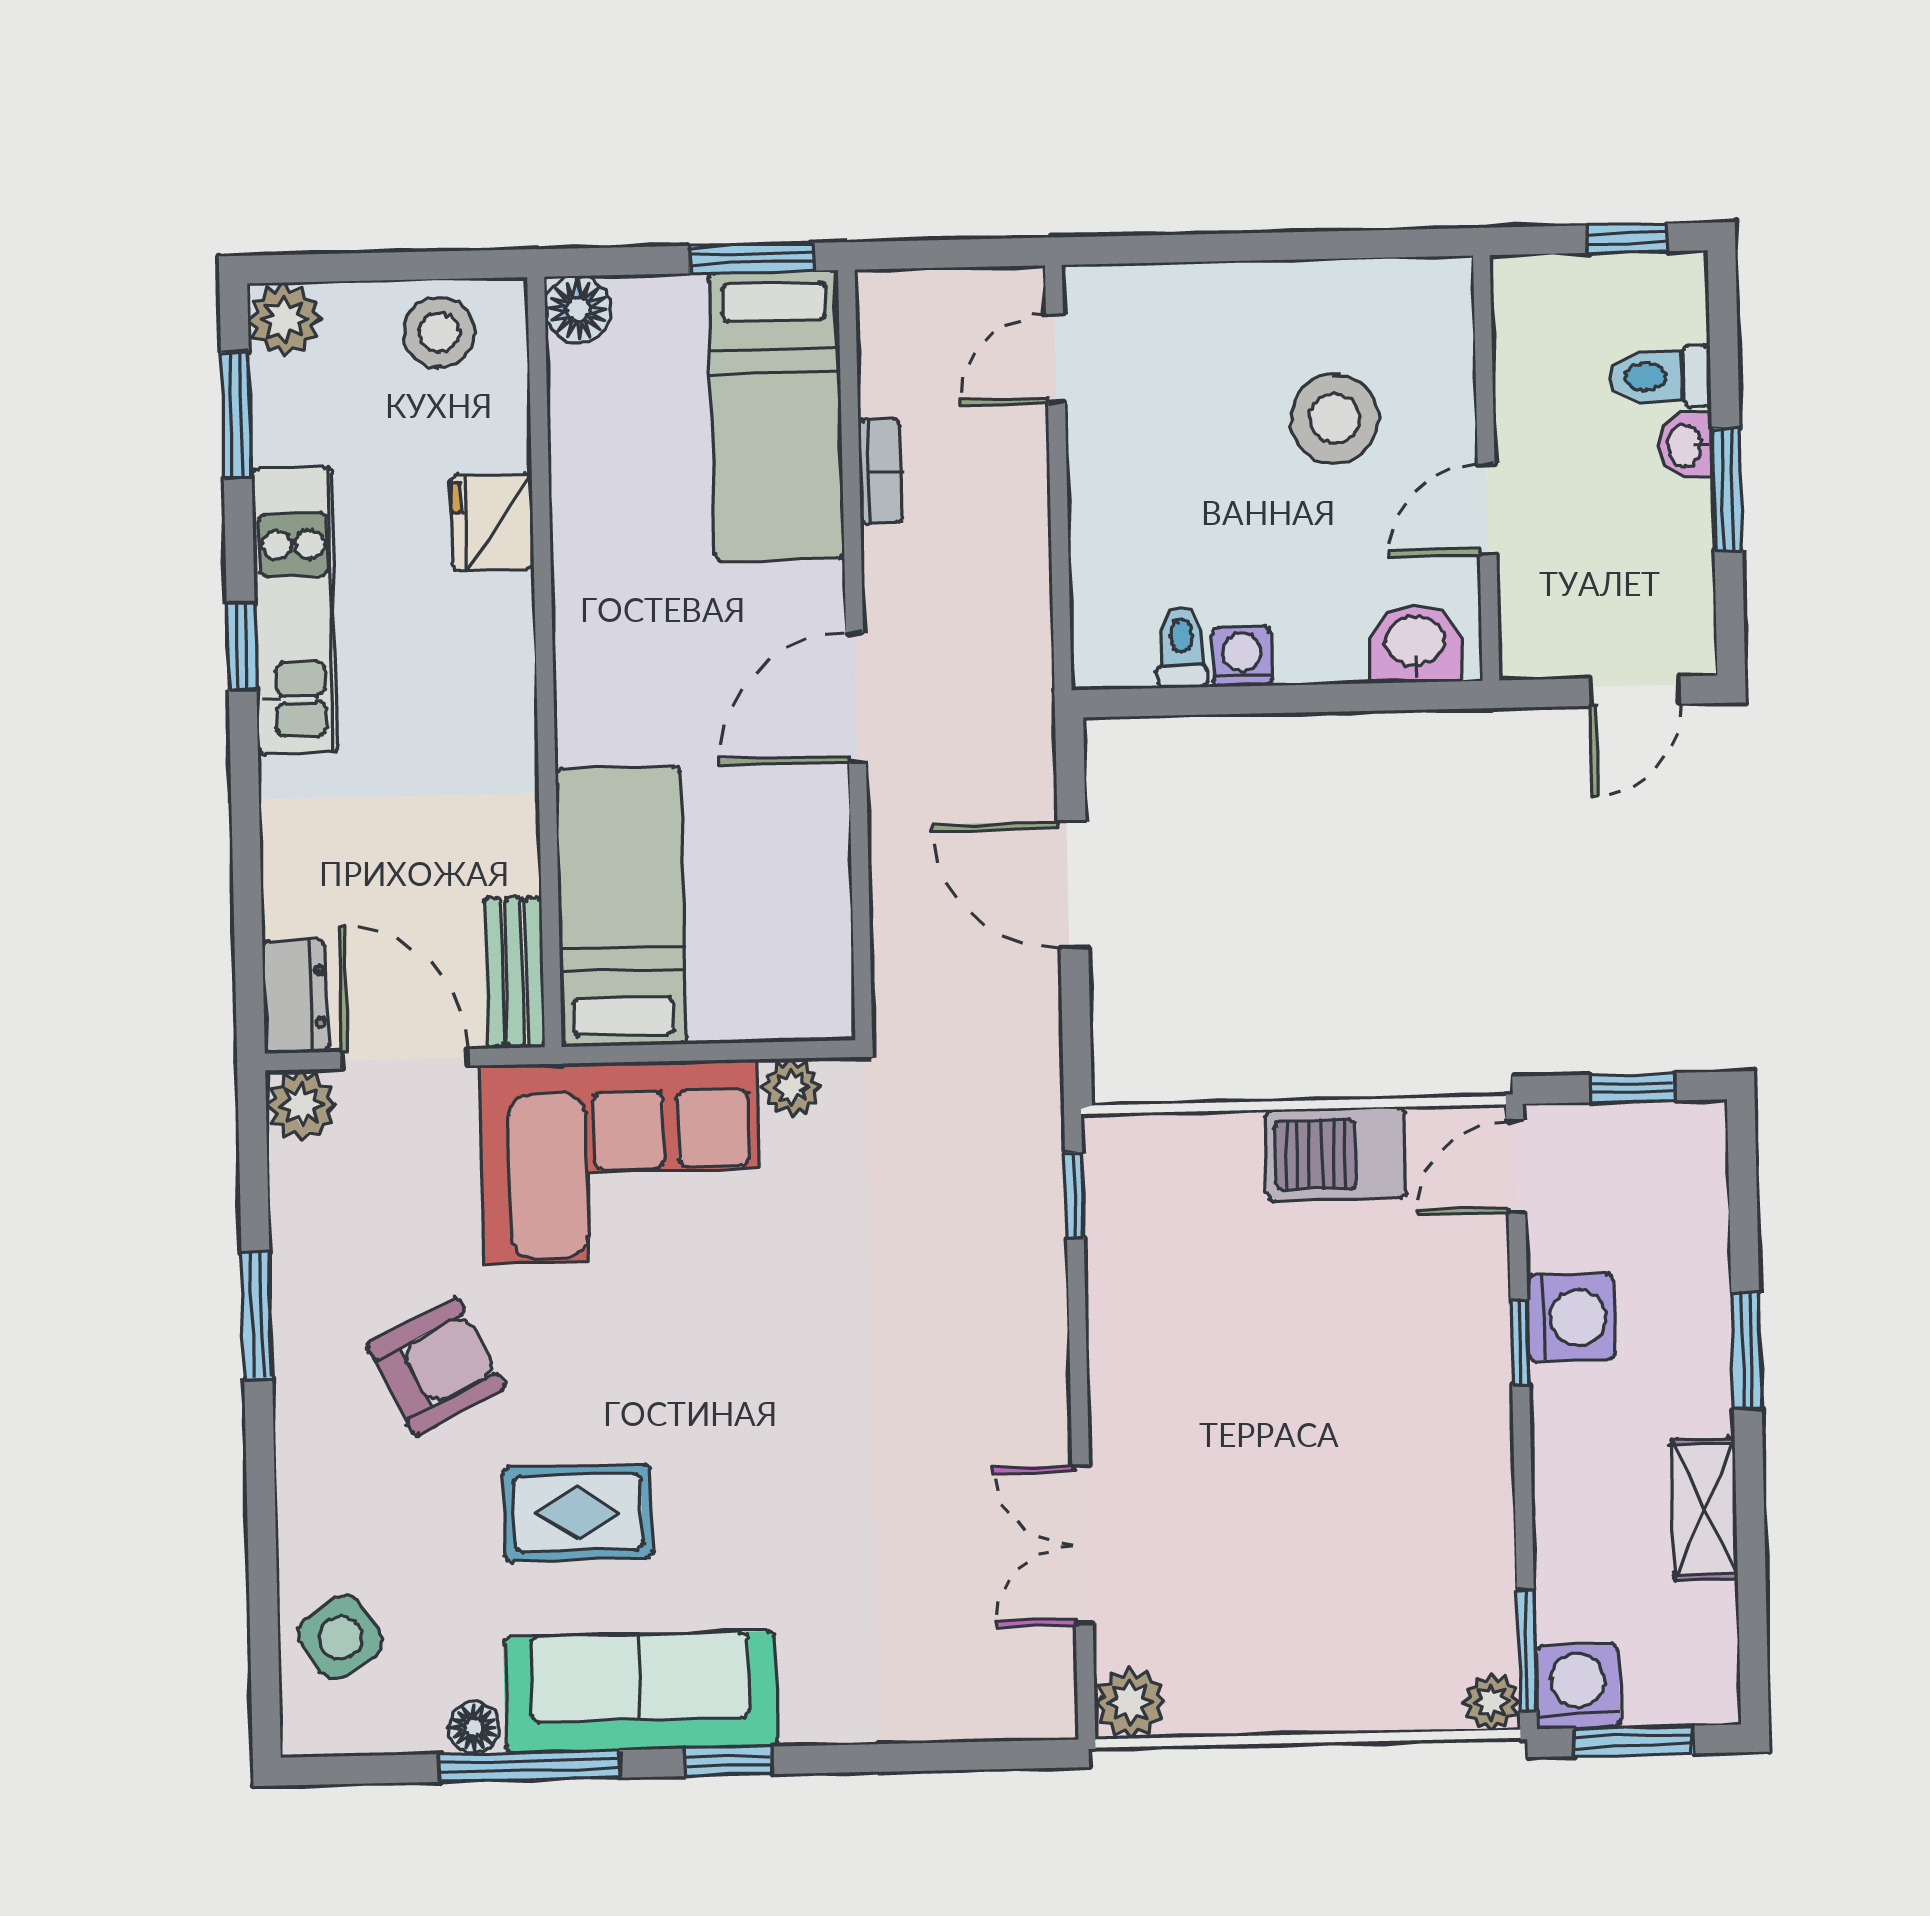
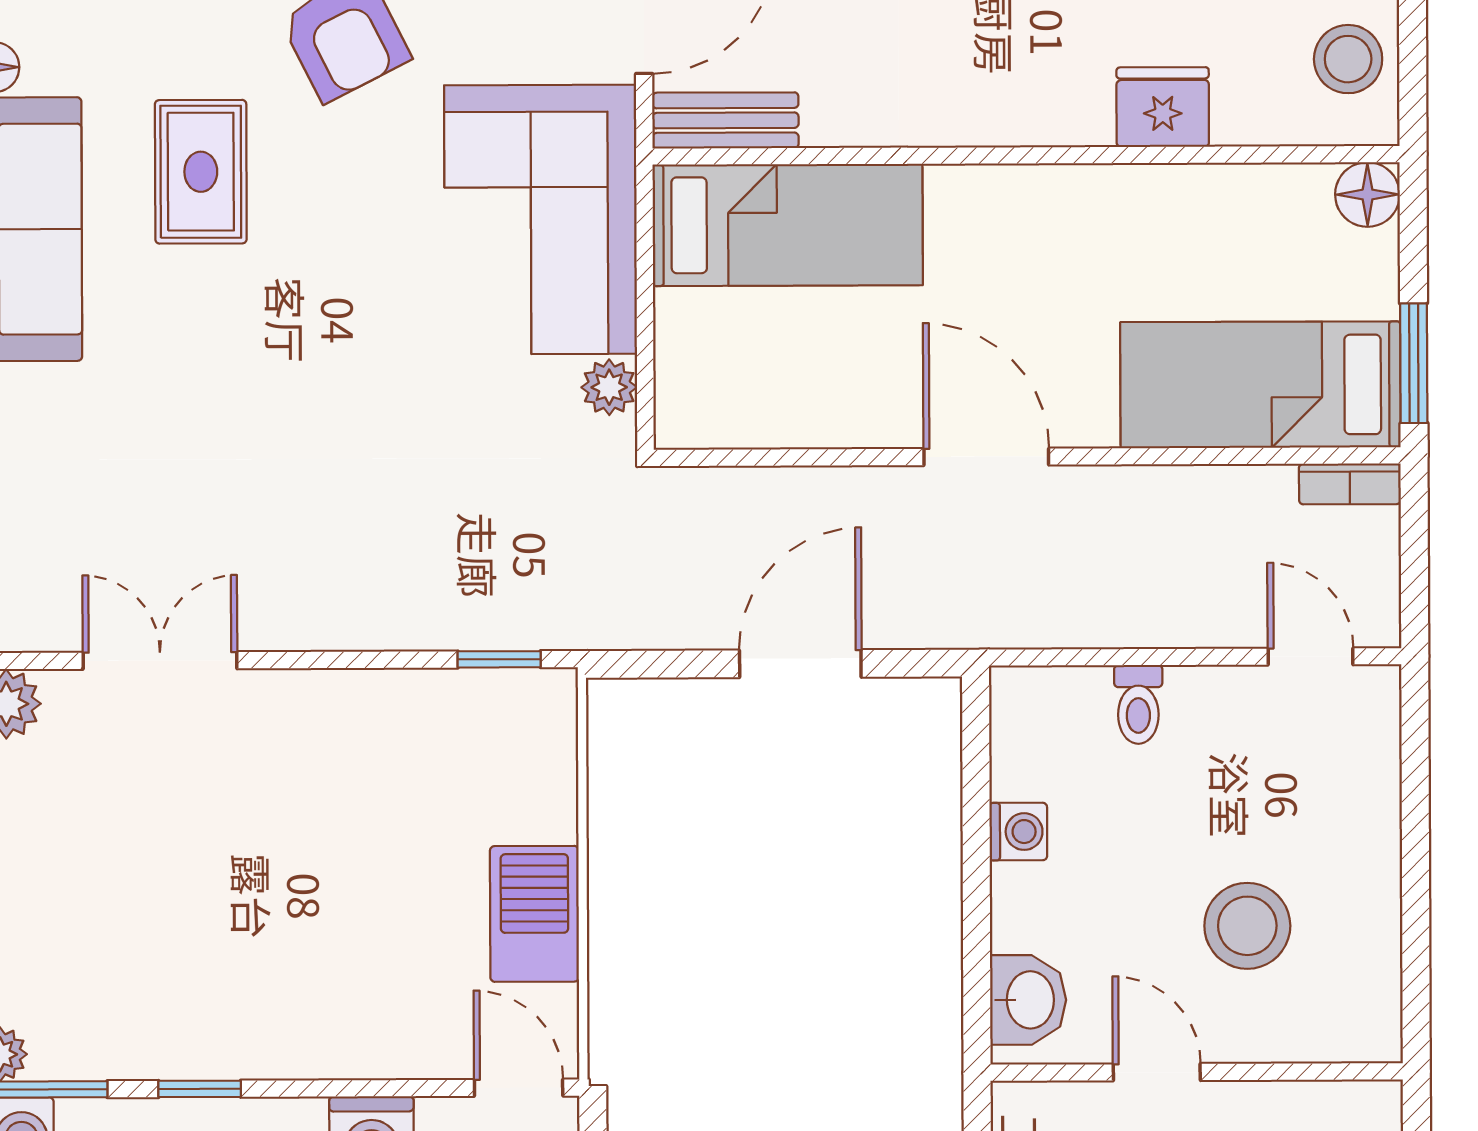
bookcase: (880, 472) -> (1350, 484), moved
toilet: (1181, 647) -> (1138, 704), moved, turned 90
window: (1520, 1343) -> (200, 1089), moved

